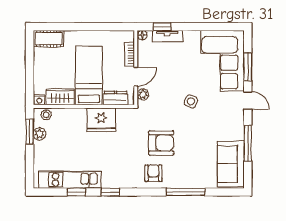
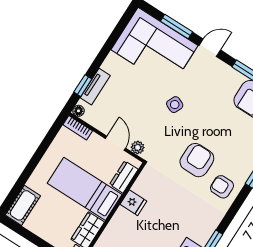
bookcase: (130, 54) -> (78, 128), moved
fridge: (101, 120) -> (133, 203), width x0.53, depth x0.75

